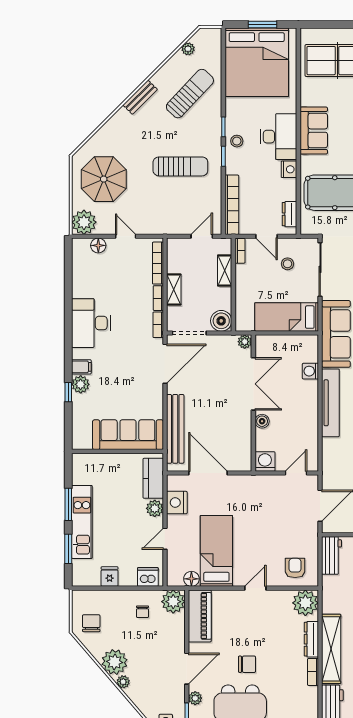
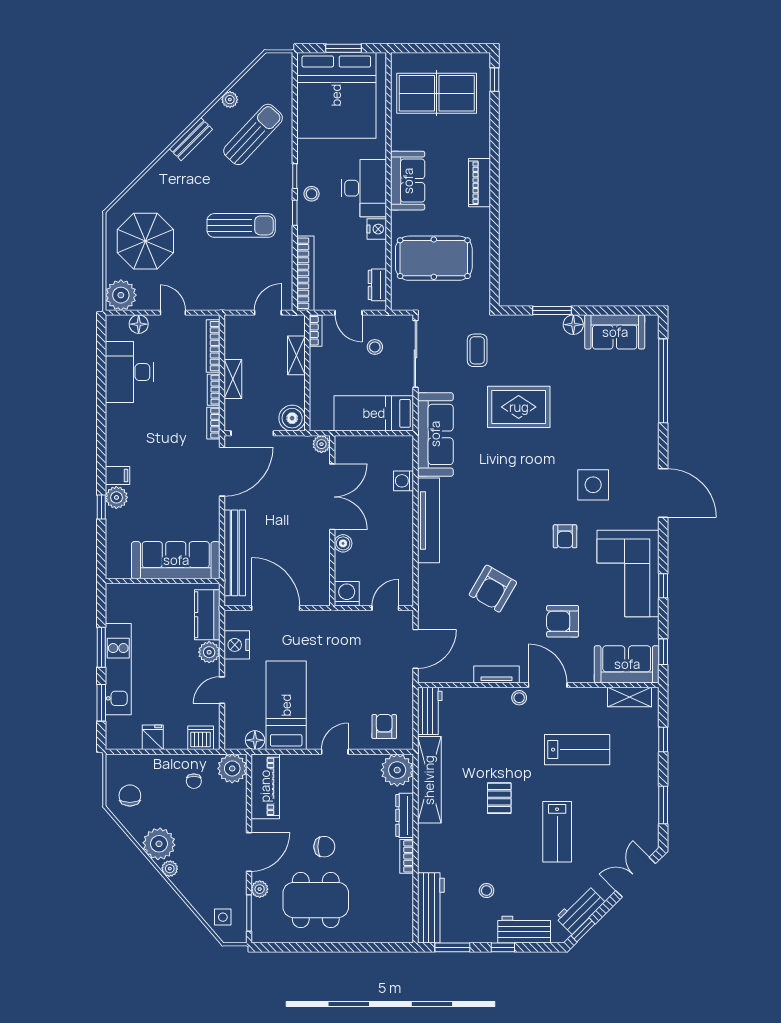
plant: (188, 49) -> (230, 100), moved
desk: (91, 323) -> (129, 372), moved
shelving: (331, 649) -> (429, 780), moved

